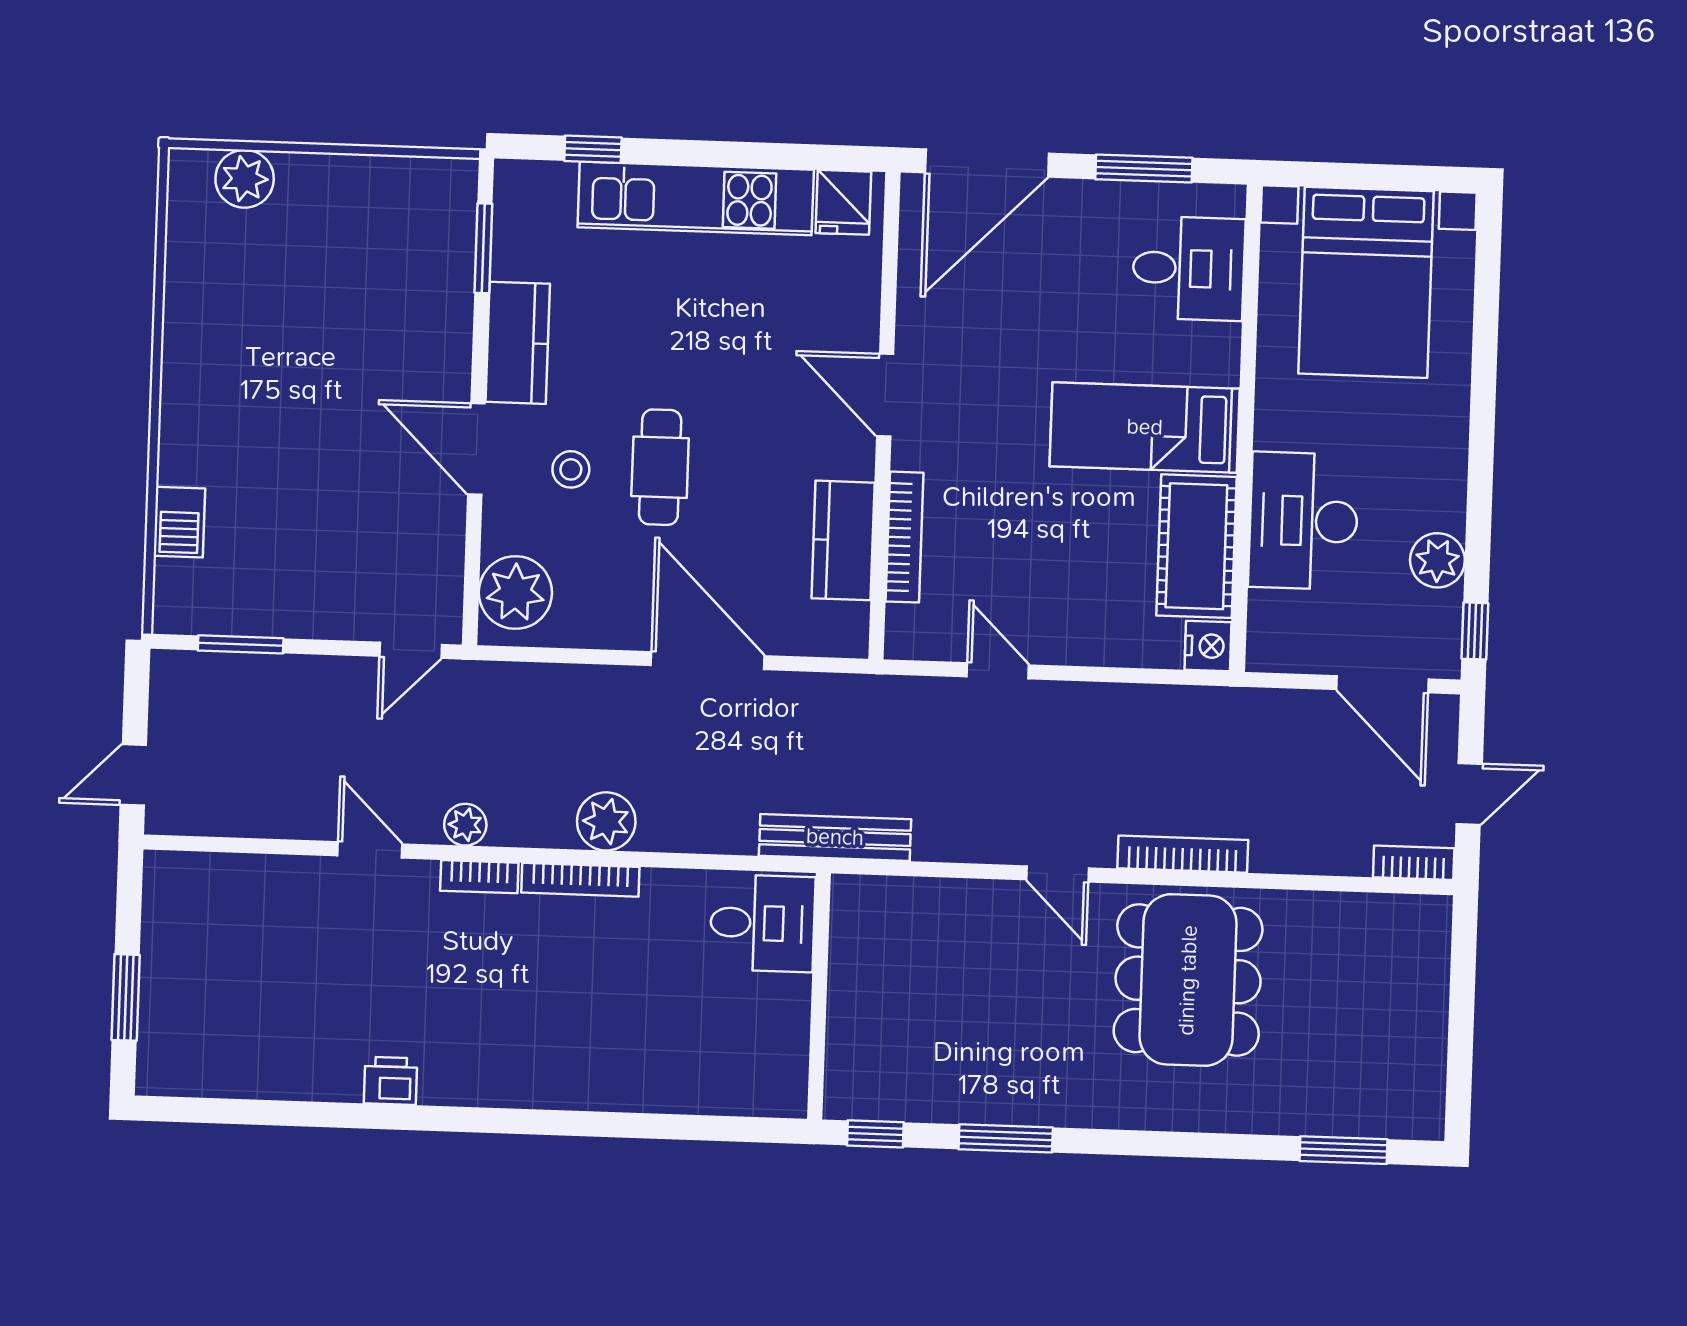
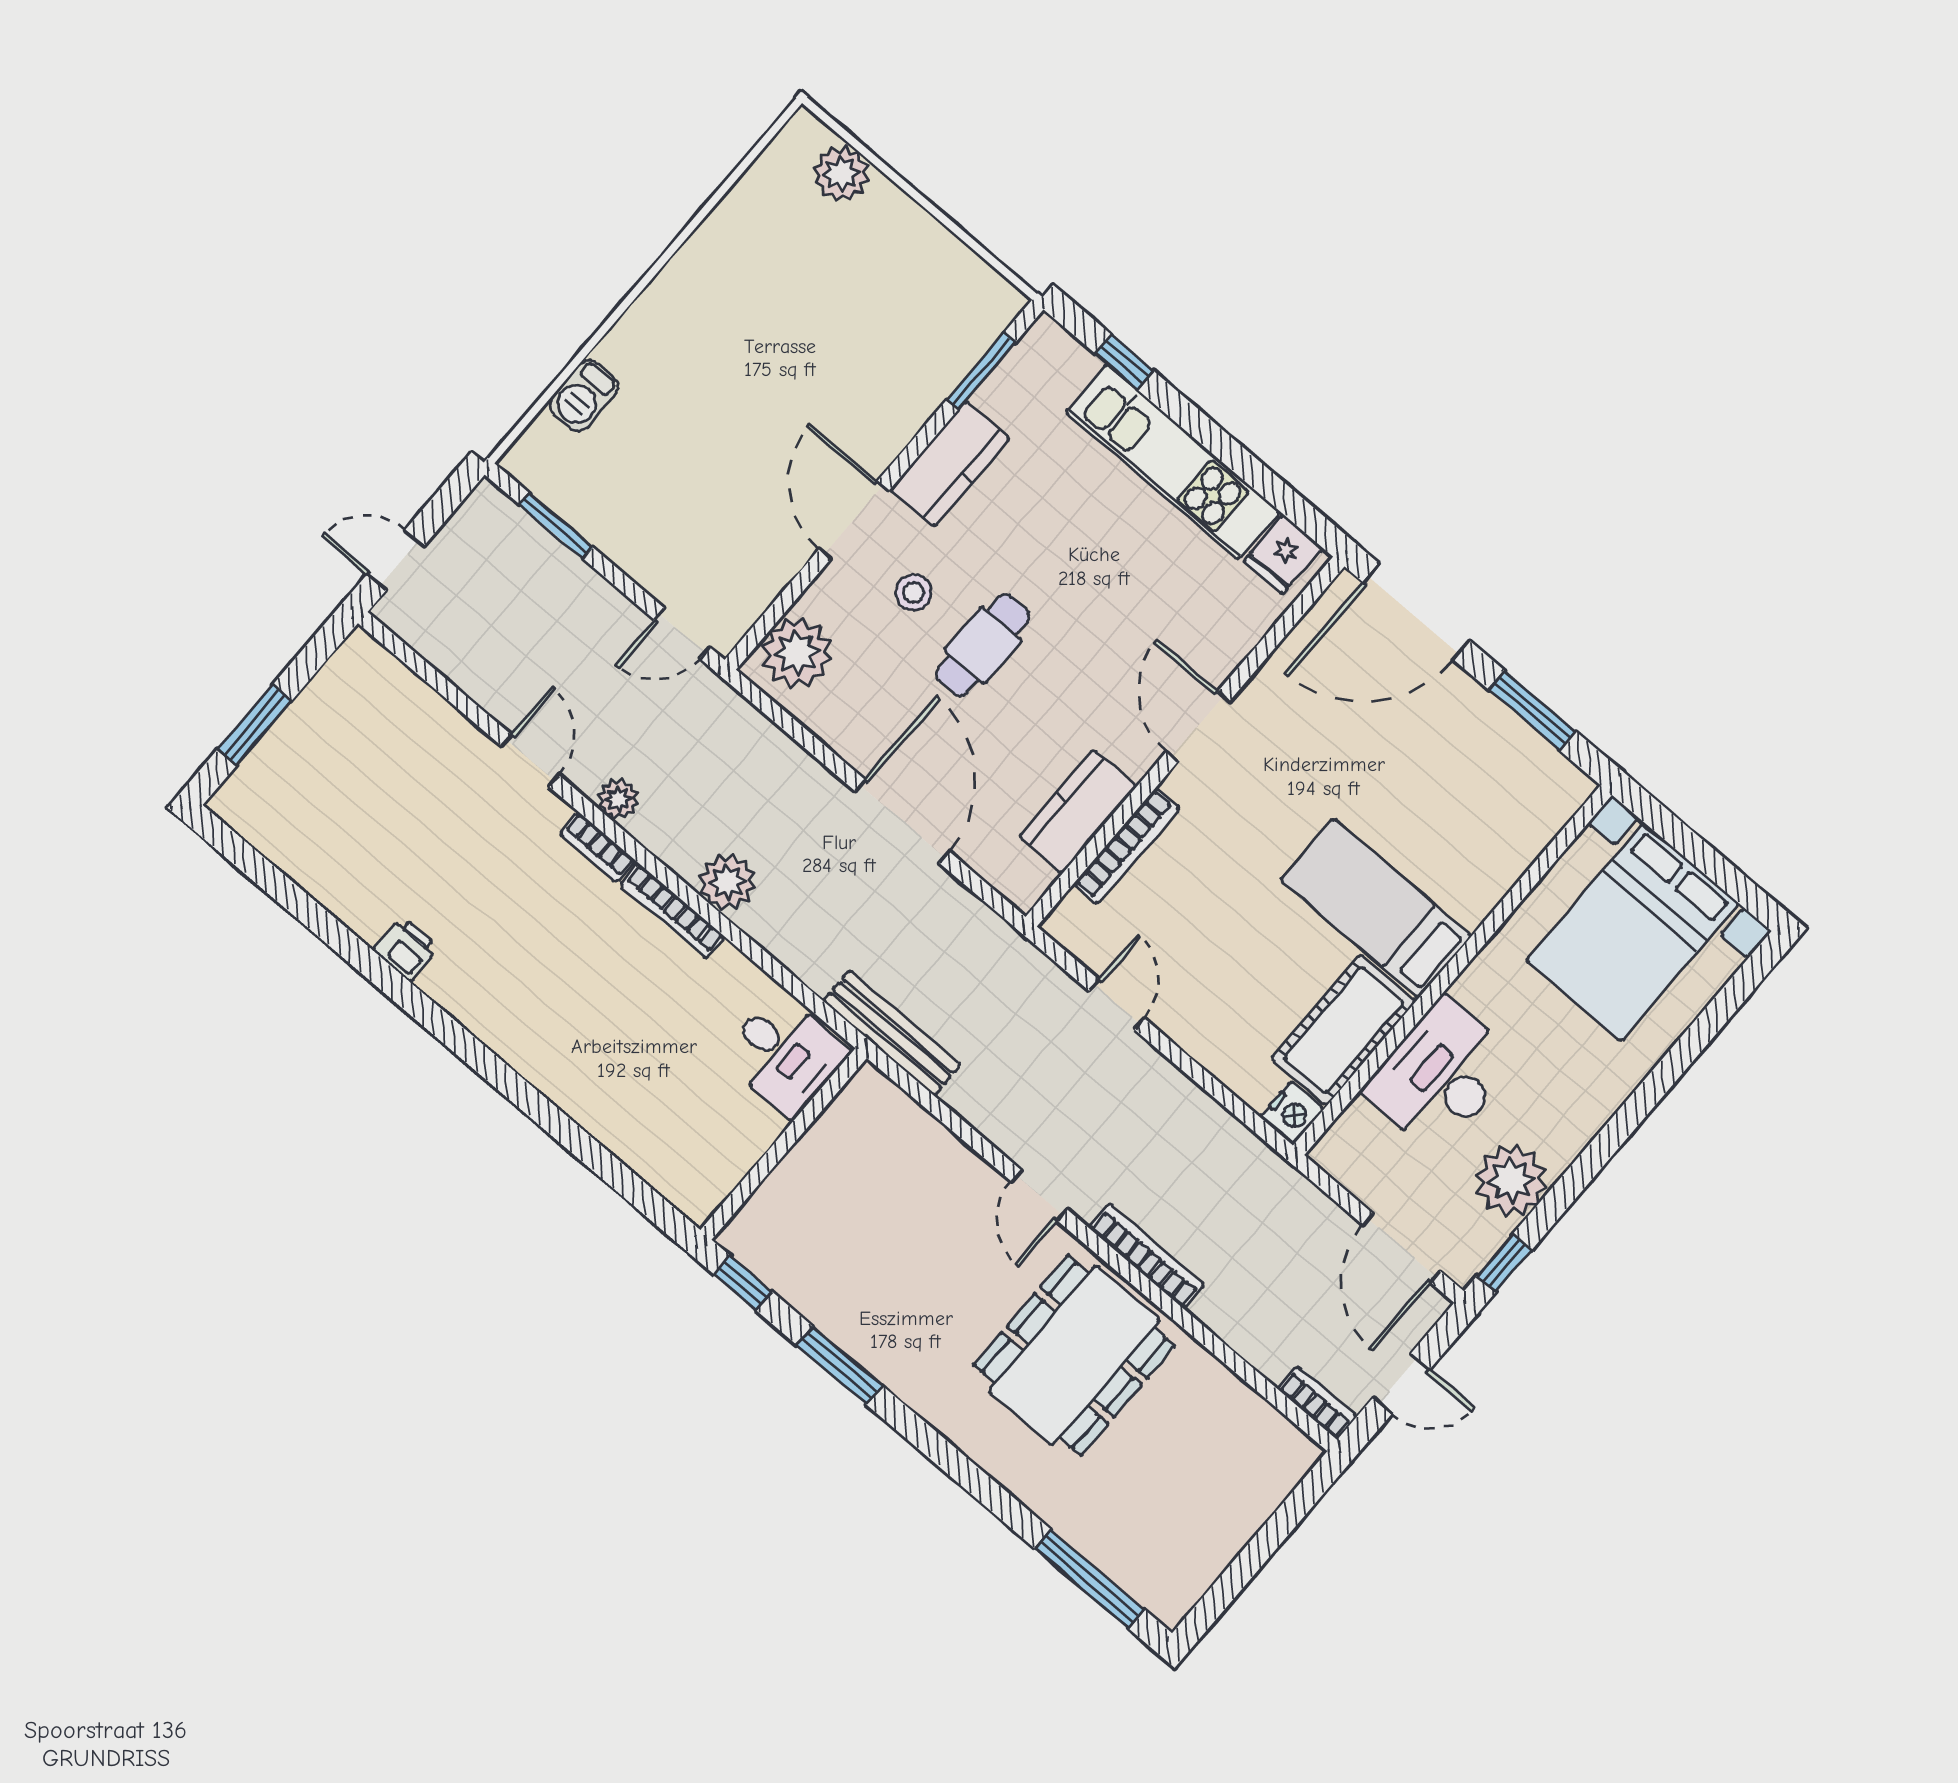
desk: (1189, 268) -> (1506, 814), removed
plant: (1437, 560) -> (1511, 1180), width x1.36, depth x1.36
window: (1344, 1150) -> (1090, 1579), width x1.44

